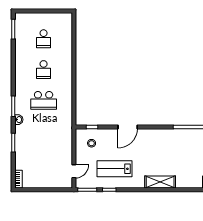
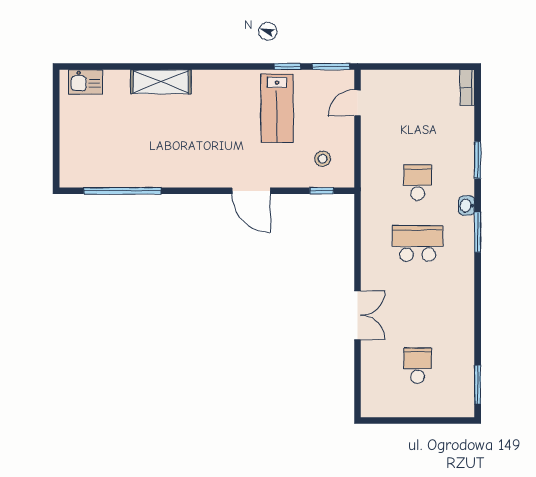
double door: (74, 64) -> (358, 315), added
school desk: (44, 70) -> (418, 182), moved
door: (128, 127) -> (251, 191), swing flipped
lab bench: (115, 169) -> (277, 108), turned 90
shelving: (160, 182) -> (161, 82), moved

